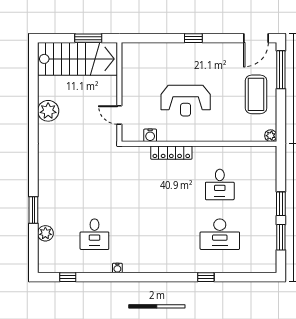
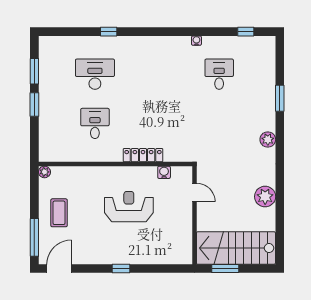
coffee table: (256, 94) -> (59, 213), width x0.73, depth x0.76
plant: (45, 233) -> (268, 140), moved

